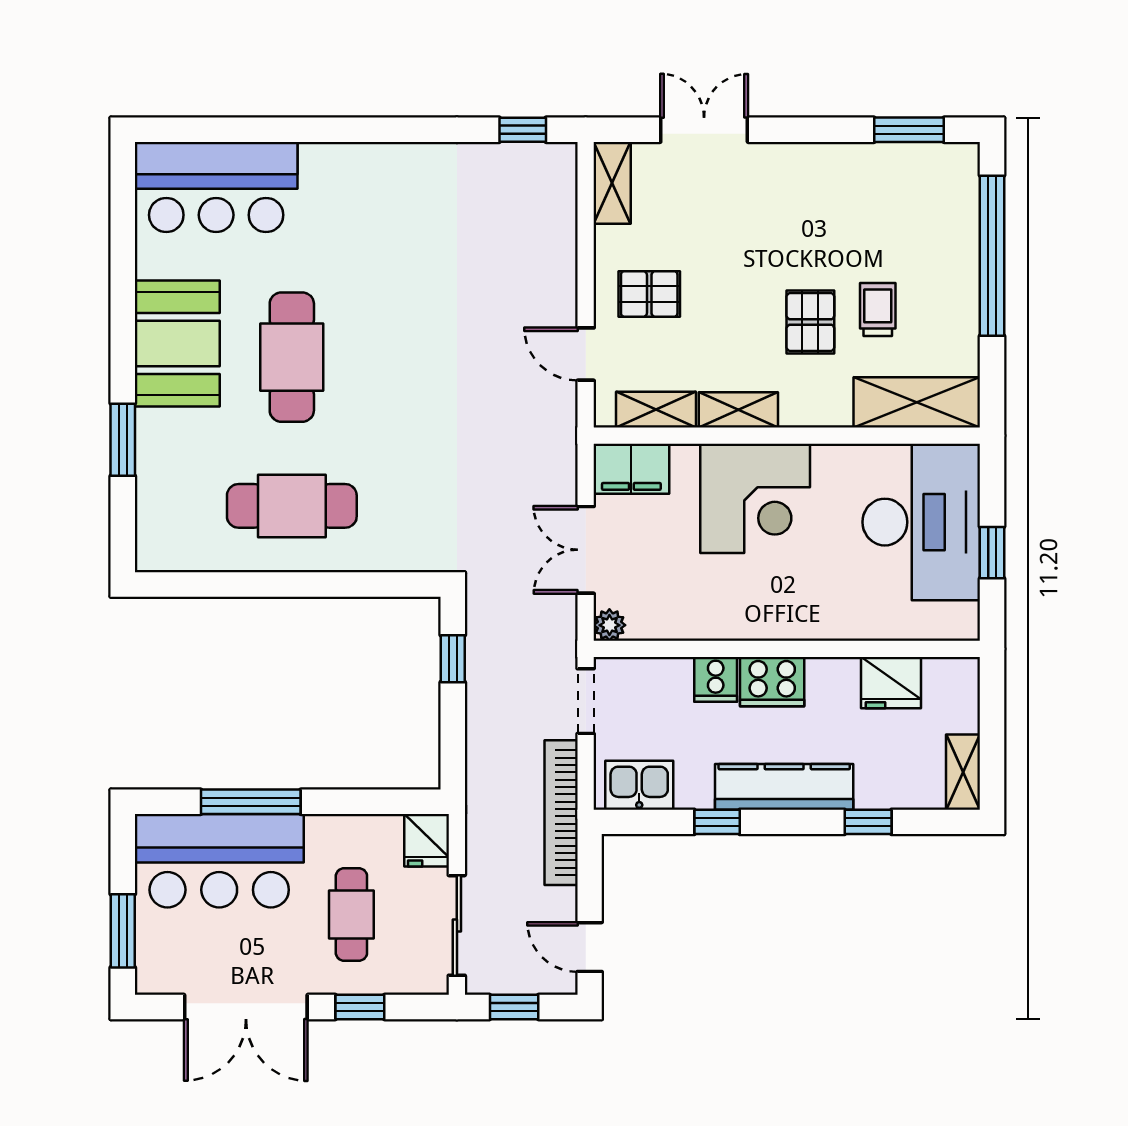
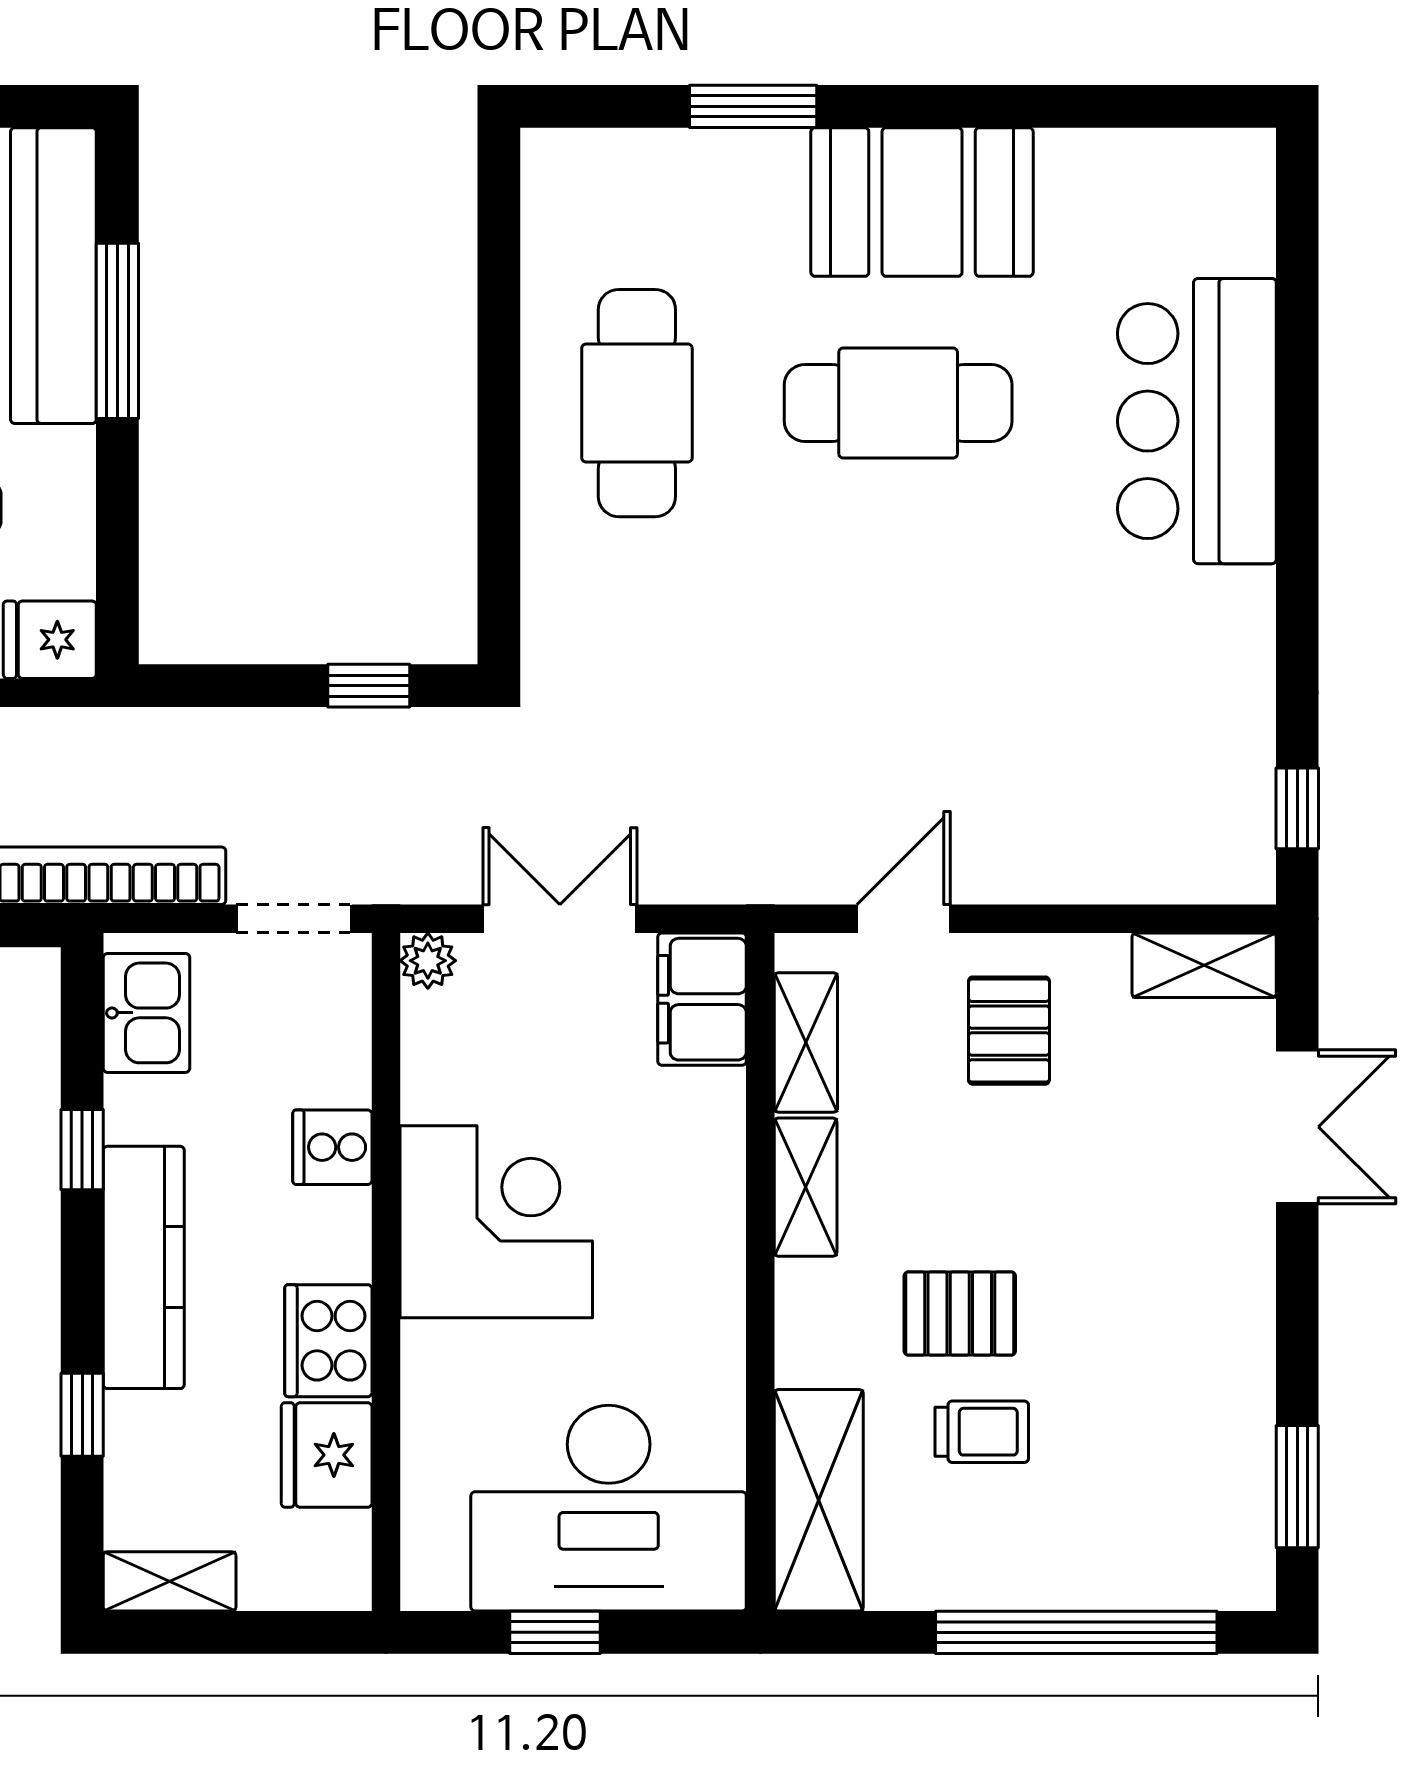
bar counter: (216, 187) -> (1197, 421), moved
corner desk: (755, 498) -> (496, 1222), moved, turned 180
cooker: (772, 682) -> (328, 1341), moved

